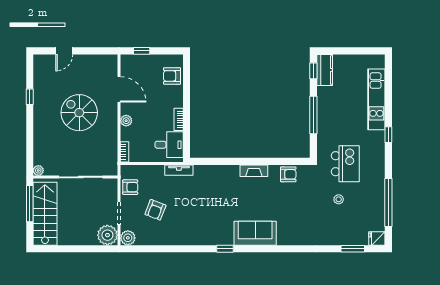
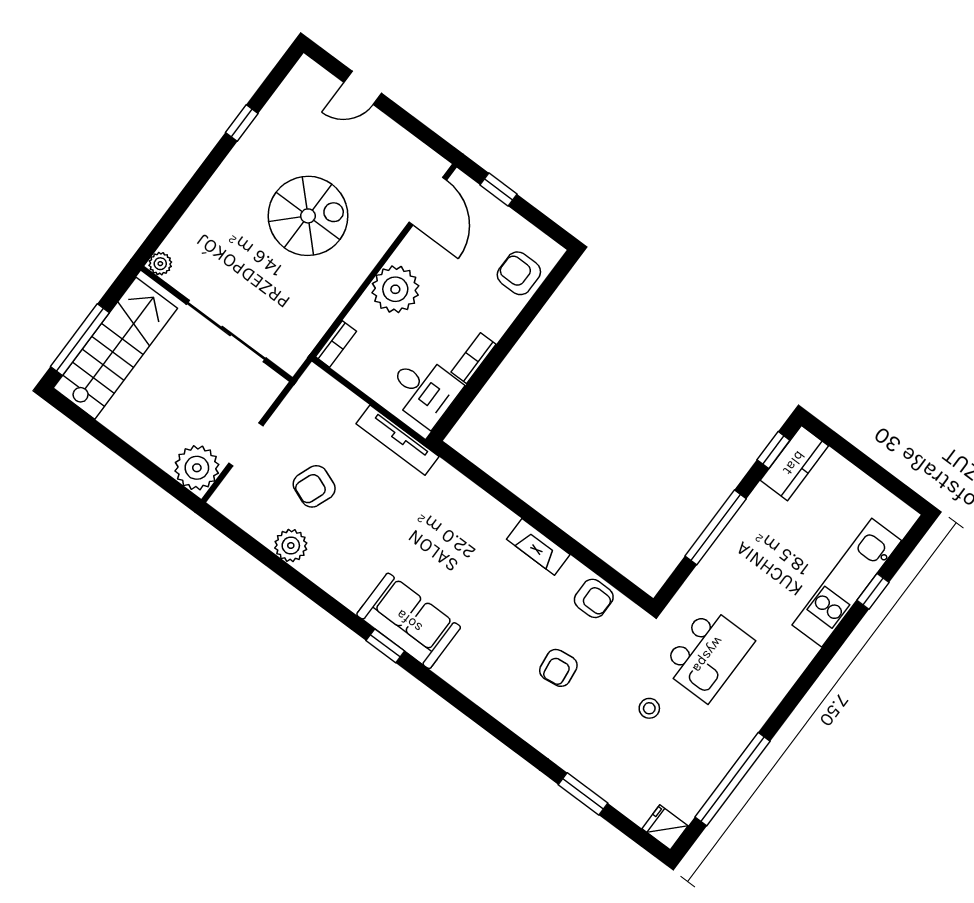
door: (119, 89) -> (428, 201), moved
spiral stairs: (79, 113) -> (308, 216), turned 90
plant: (126, 121) -> (395, 289), width x1.88, depth x1.88
window: (388, 135) -> (873, 591), moved
tv unit: (179, 170) -> (398, 440), width x1.41
armchair: (130, 187) -> (558, 668), moved, turned 83
window: (30, 204) -> (80, 340), moved
sofa: (255, 233) -> (409, 621), moved
plant: (128, 238) -> (291, 545), moved
window: (353, 249) -> (583, 794), moved

